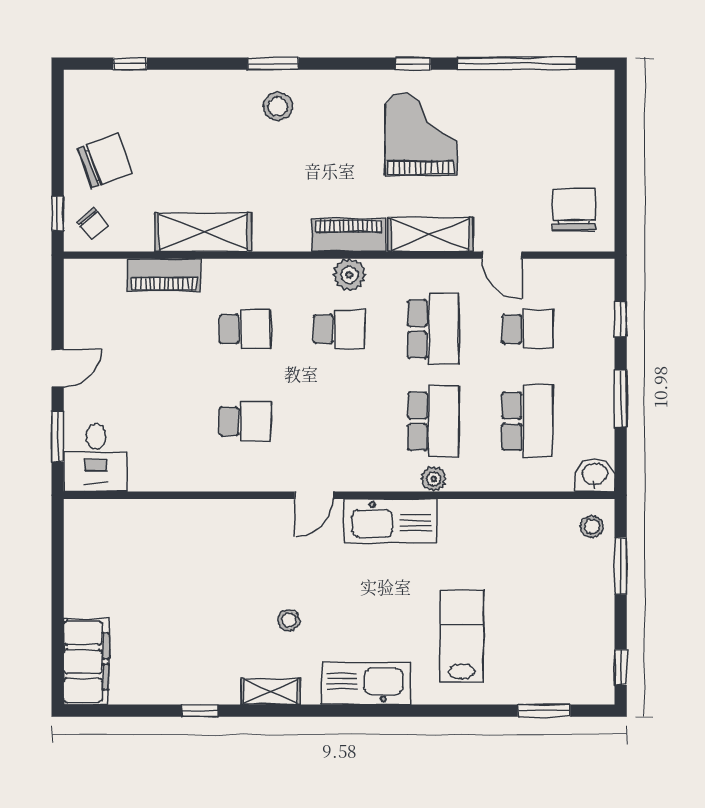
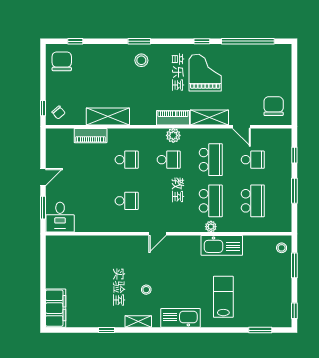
chair: (105, 161) -> (62, 61), moved, turned -70
washbasin: (595, 475) -> (283, 225), removed
kitchen sink: (391, 521) -> (222, 245), moved

